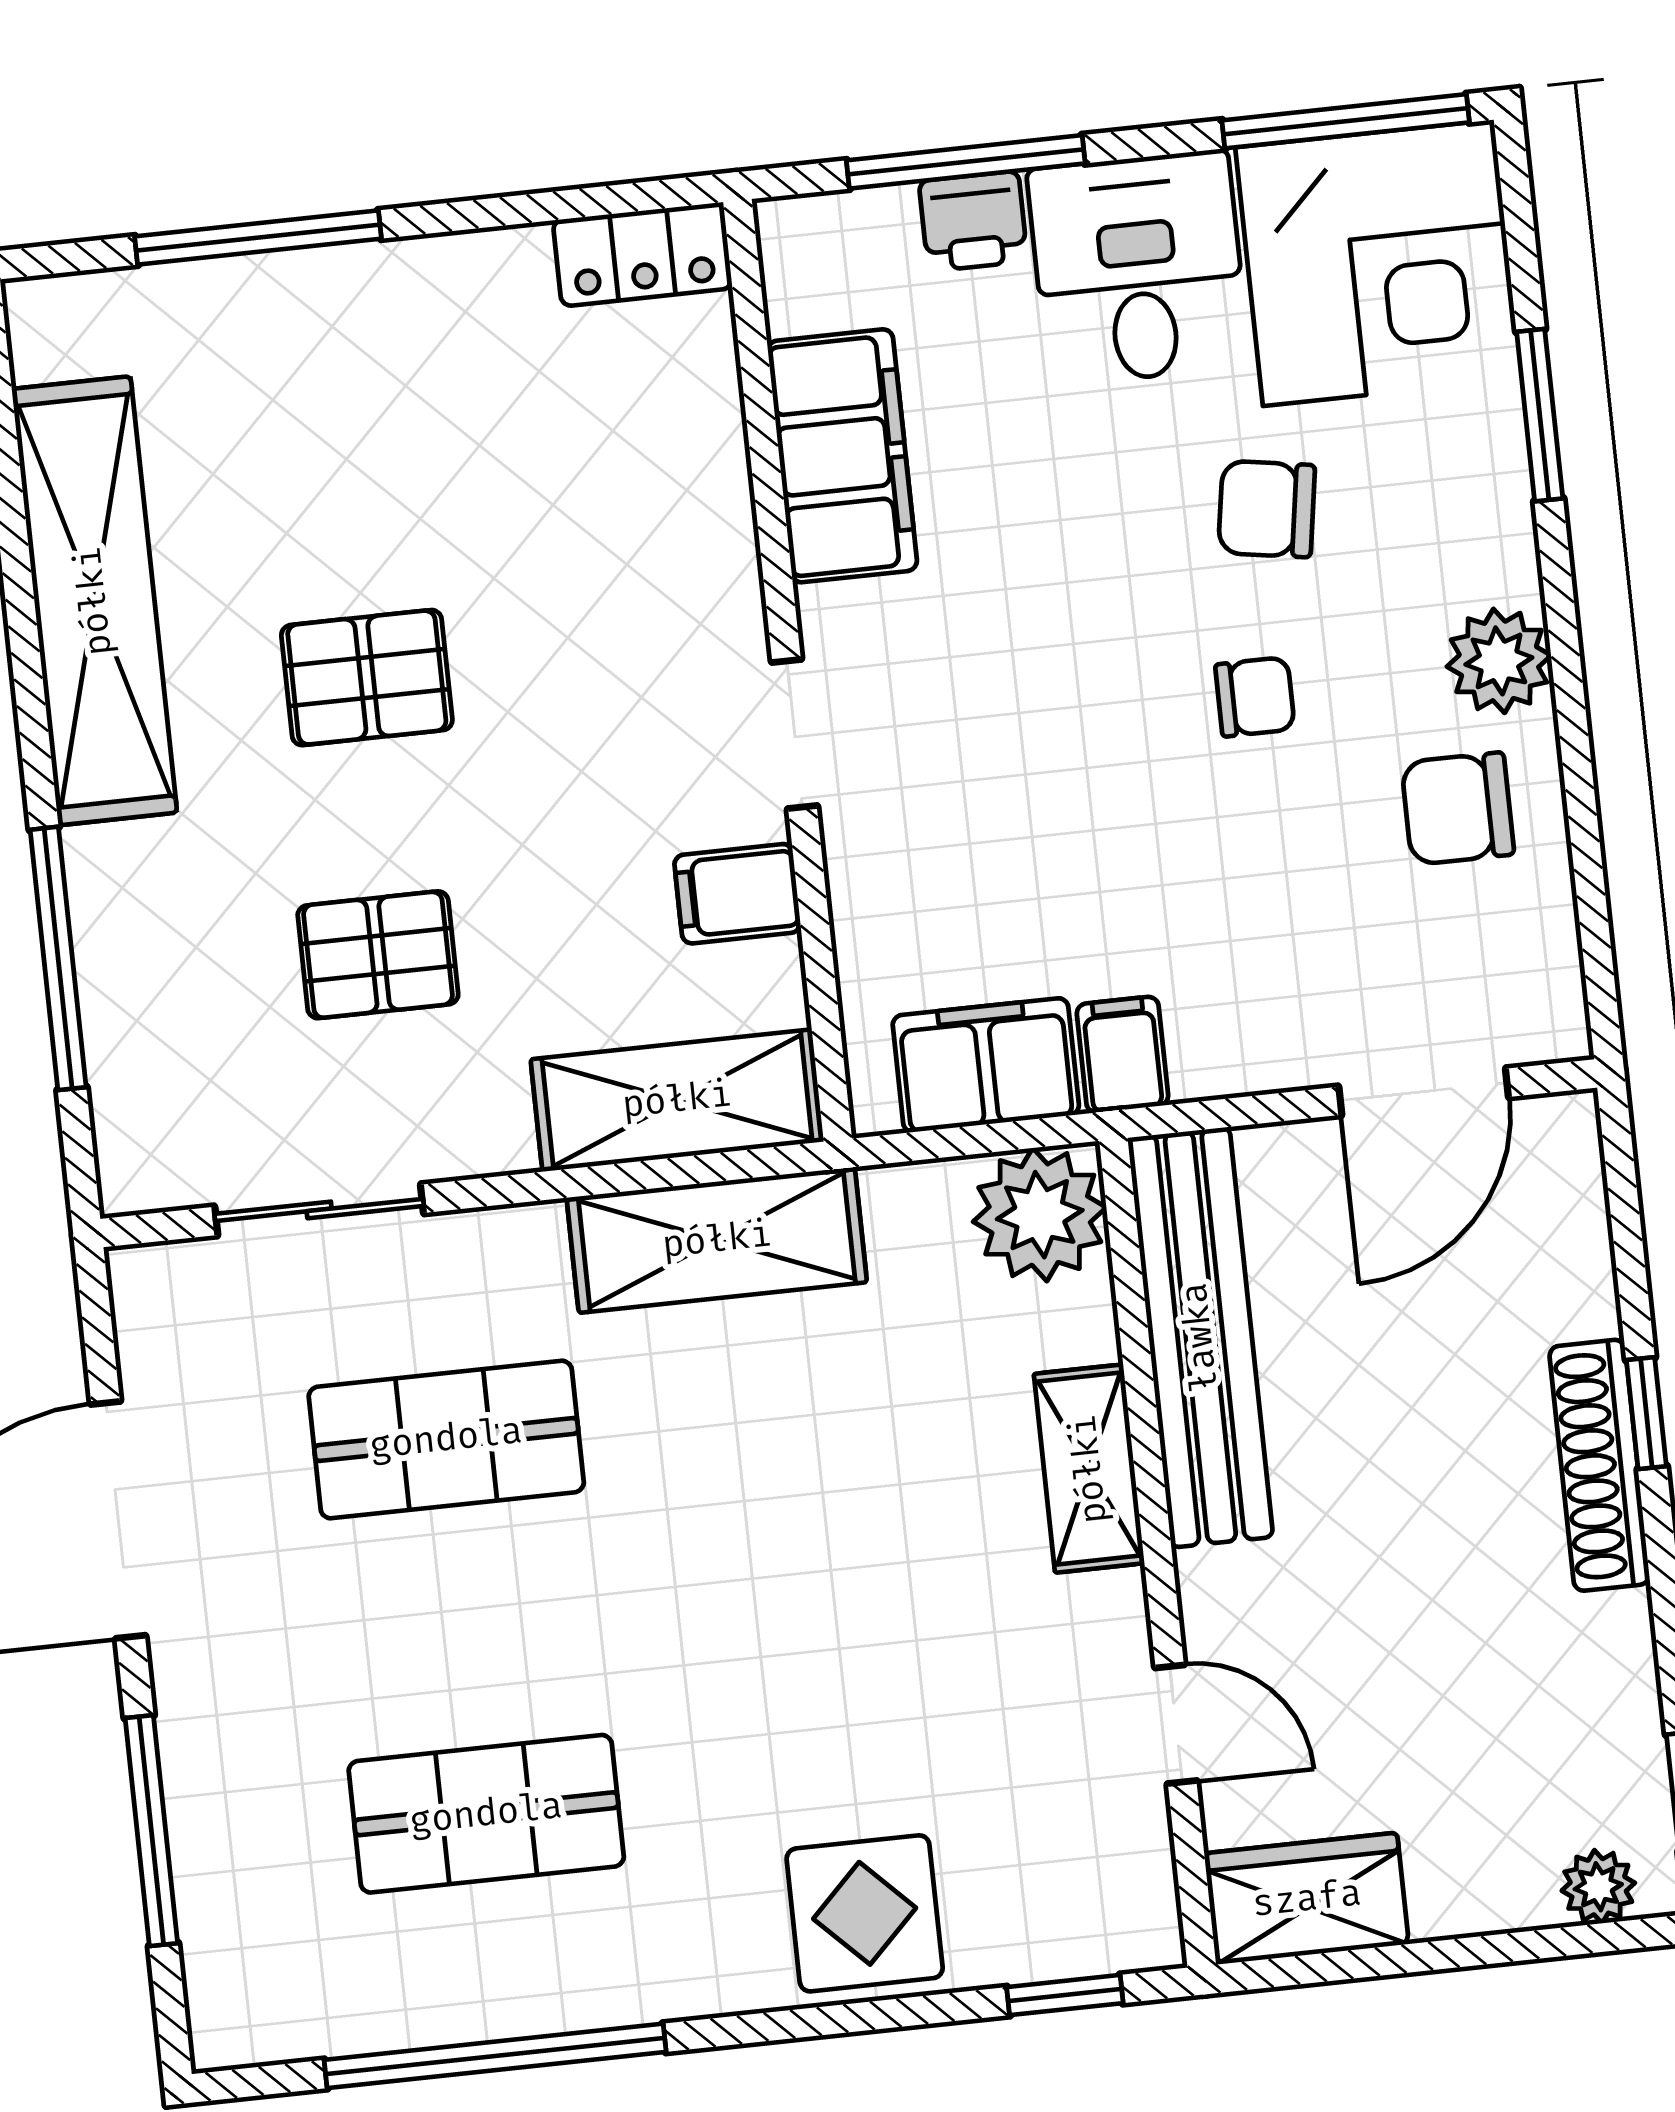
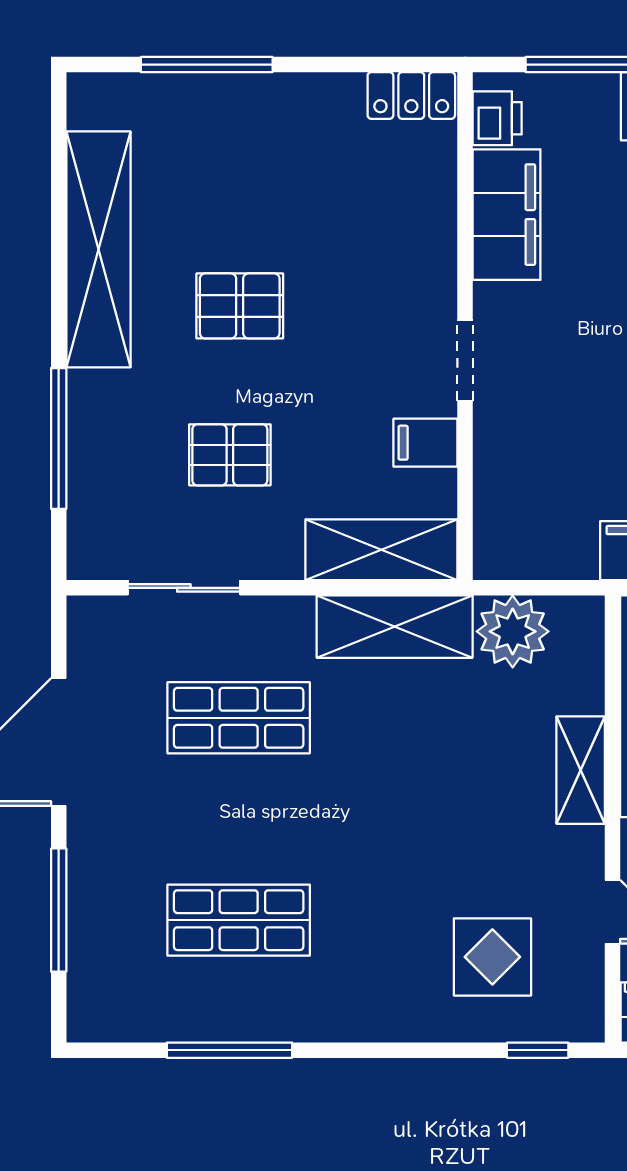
printer: (973, 221) -> (497, 118), moved, turned -90
filing cabinet: (986, 1065) -> (548, 549), removed
plant: (1040, 1215) -> (513, 631), moved
display table: (865, 1913) -> (492, 957), moved
window: (495, 2056) -> (230, 1050), width x0.68

